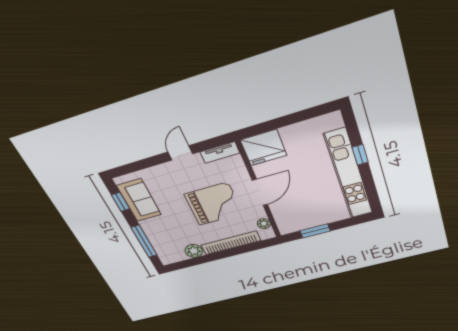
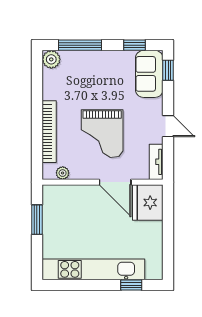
window: (360, 155) -> (131, 285), moved
window: (128, 169) -> (168, 70), added
door: (260, 192) -> (115, 182), moved
sofa: (139, 200) -> (149, 74), moved, turned 90
plant: (194, 251) -> (51, 59), moved

